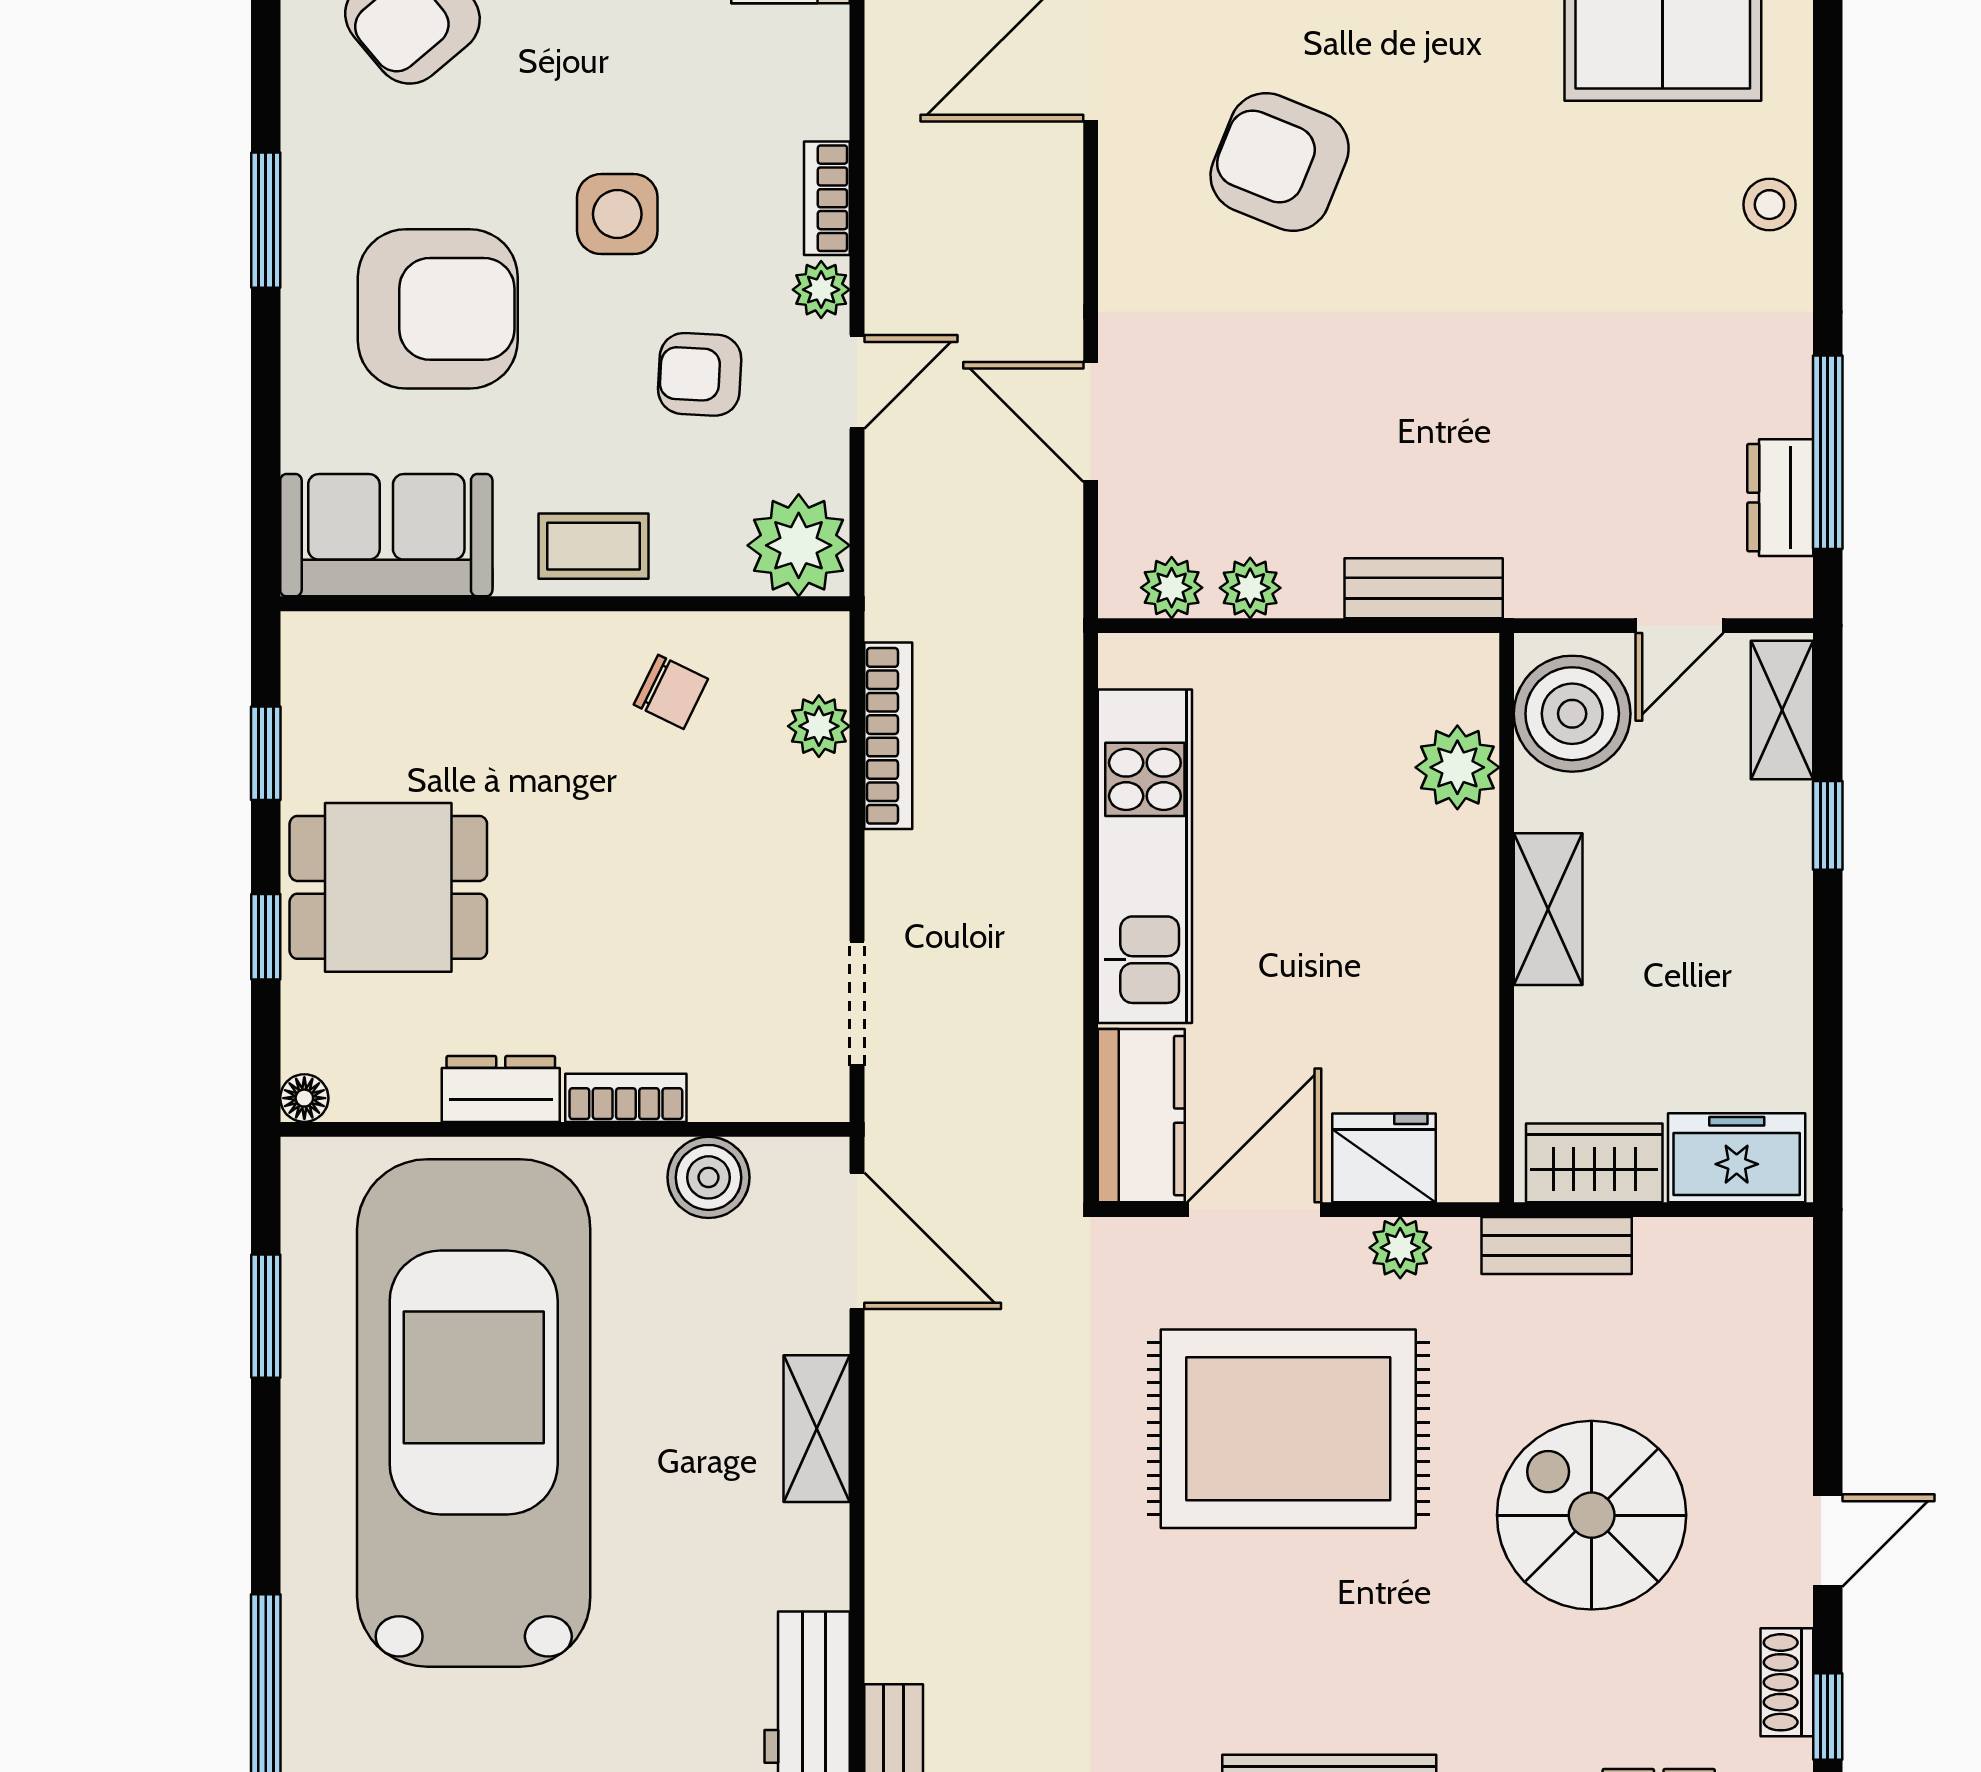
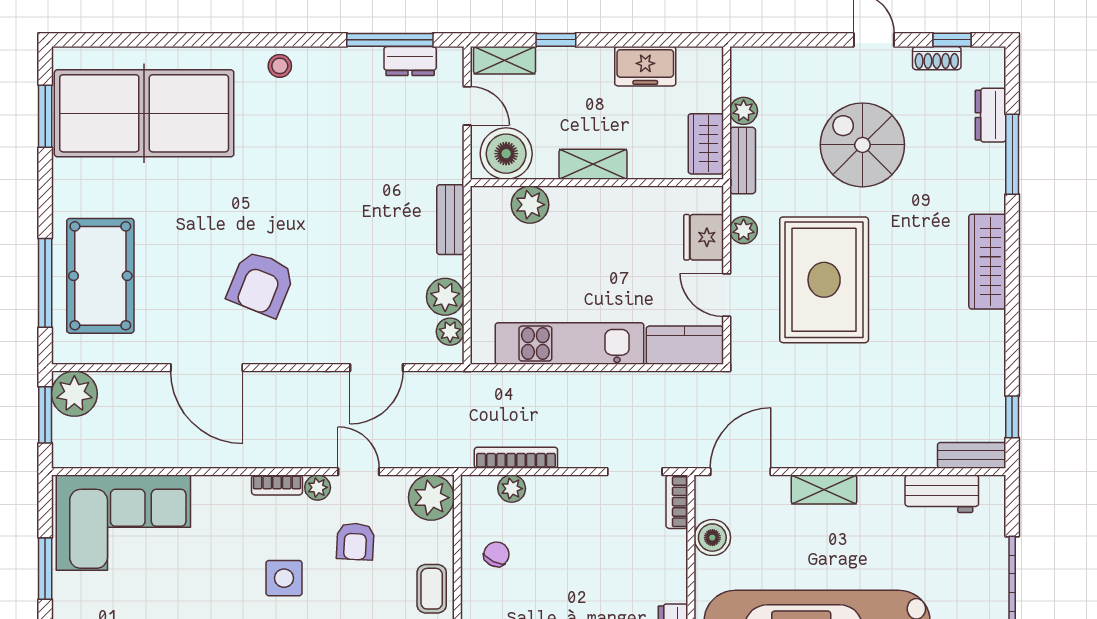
plant: (1250, 588) -> (445, 297), width x1.38, depth x1.38
bookcase: (626, 1098) -> (677, 502), moved
freezer: (1737, 1158) -> (645, 66), moved, turned -90
door: (1254, 1210) -> (727, 295), width x0.73
plant: (1668, 1248) -> (744, 111), added
spiral stairs: (1592, 1515) -> (862, 145), turned 90

